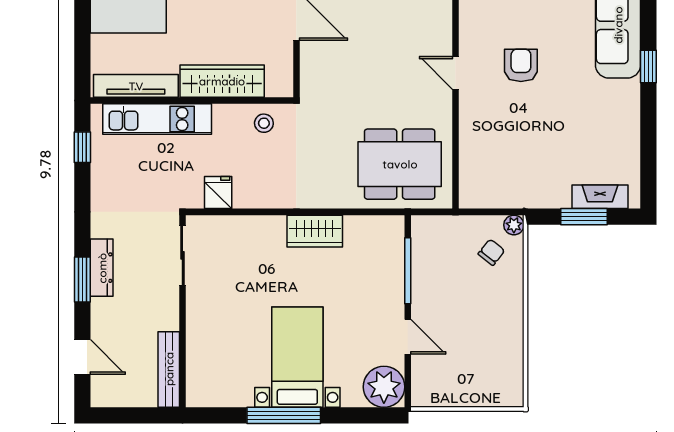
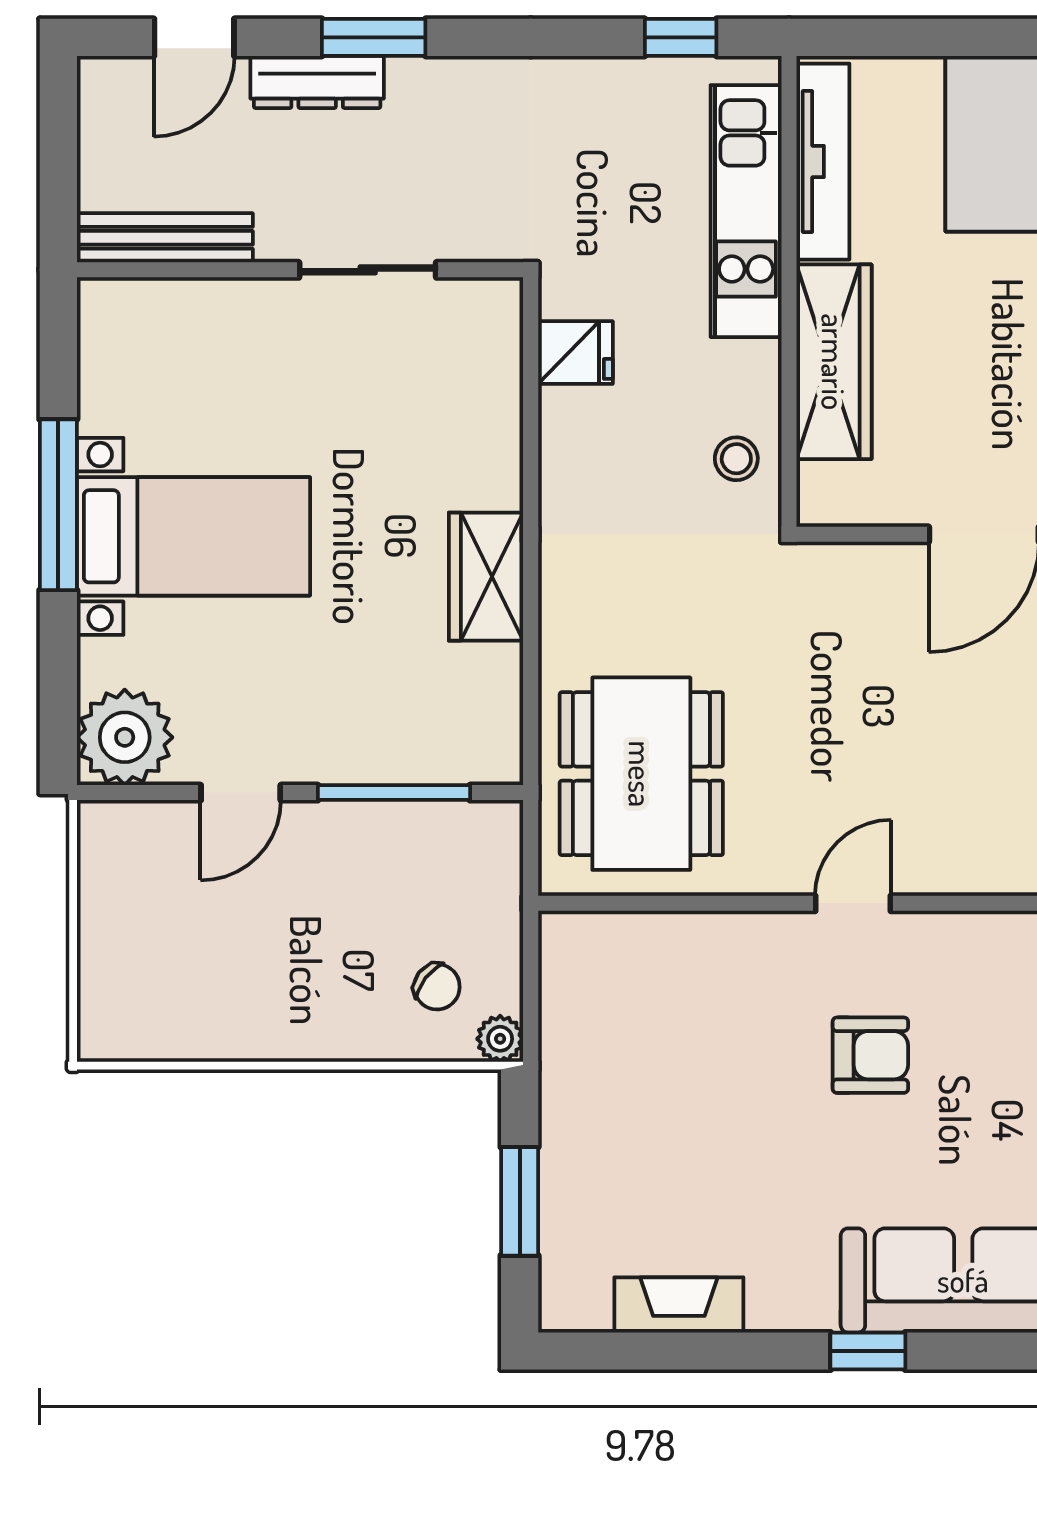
fireplace: (600, 197) -> (679, 1305), moved, turned -90
sliding door: (182, 255) -> (368, 270), moved
dresser: (102, 268) -> (317, 82), moved

